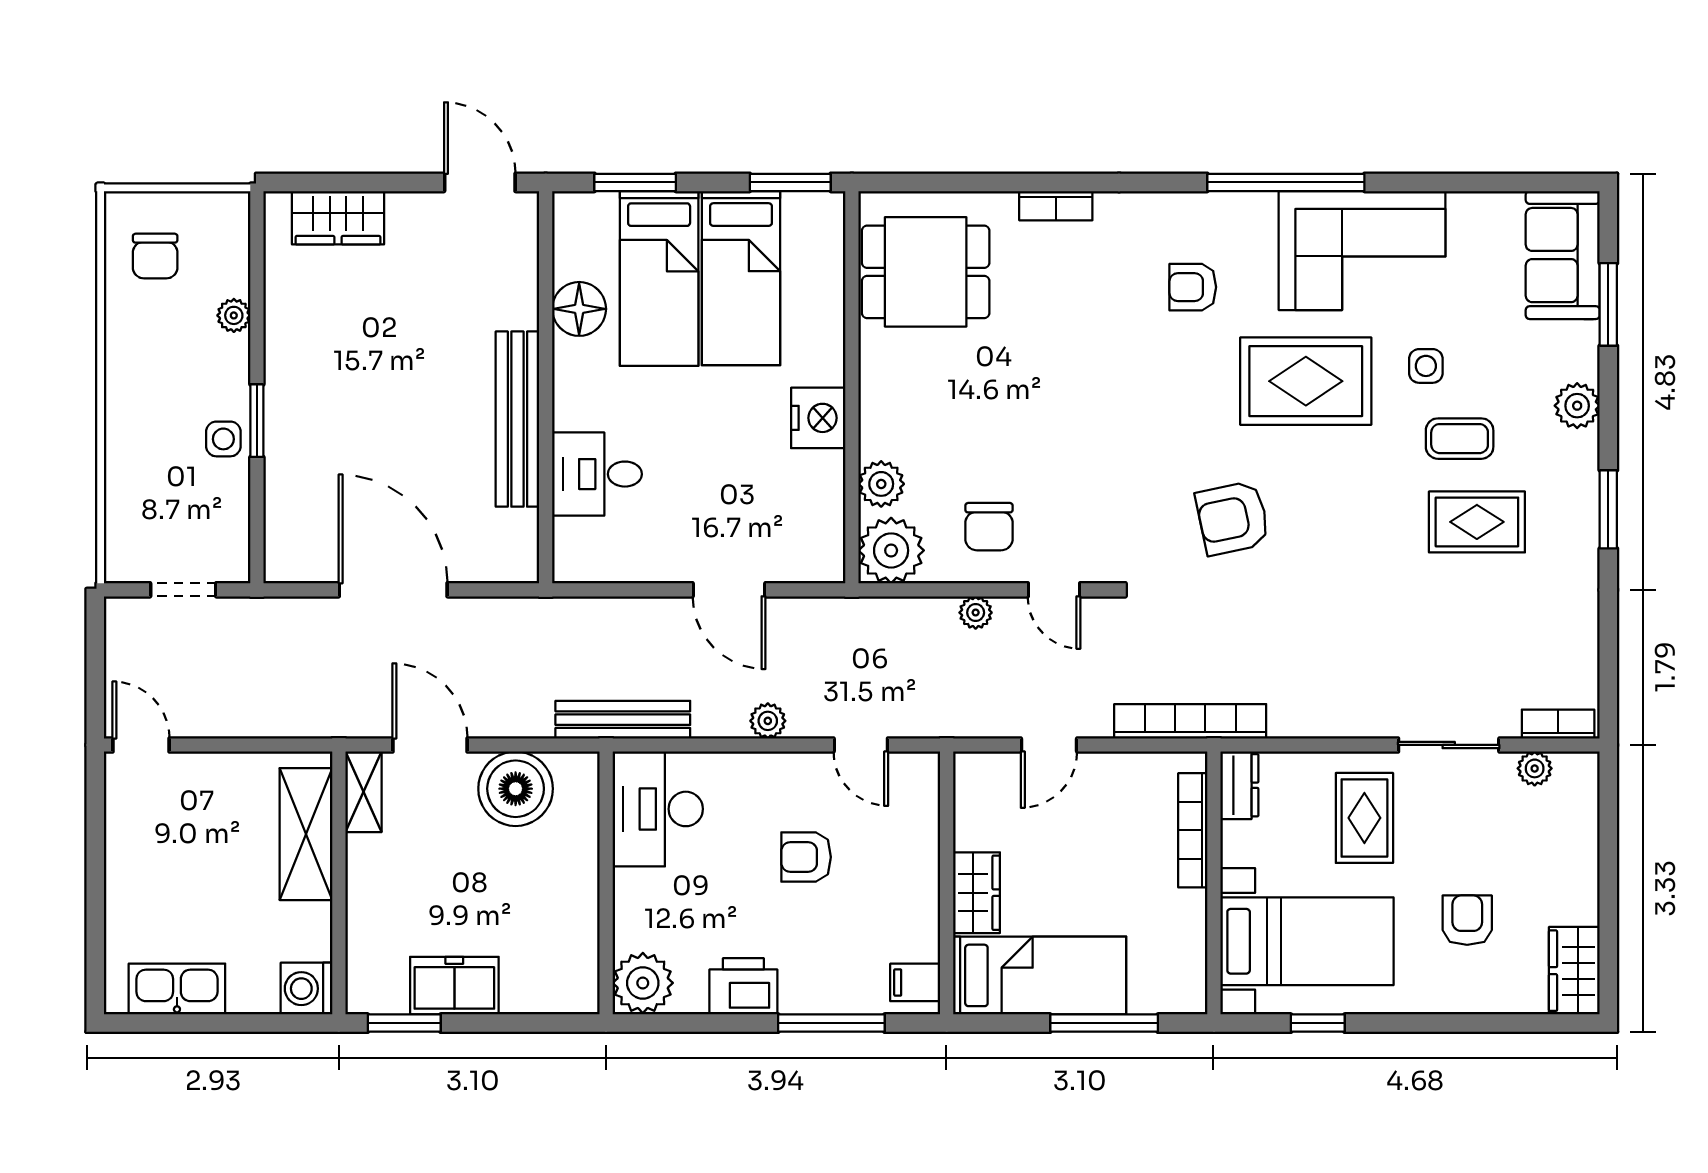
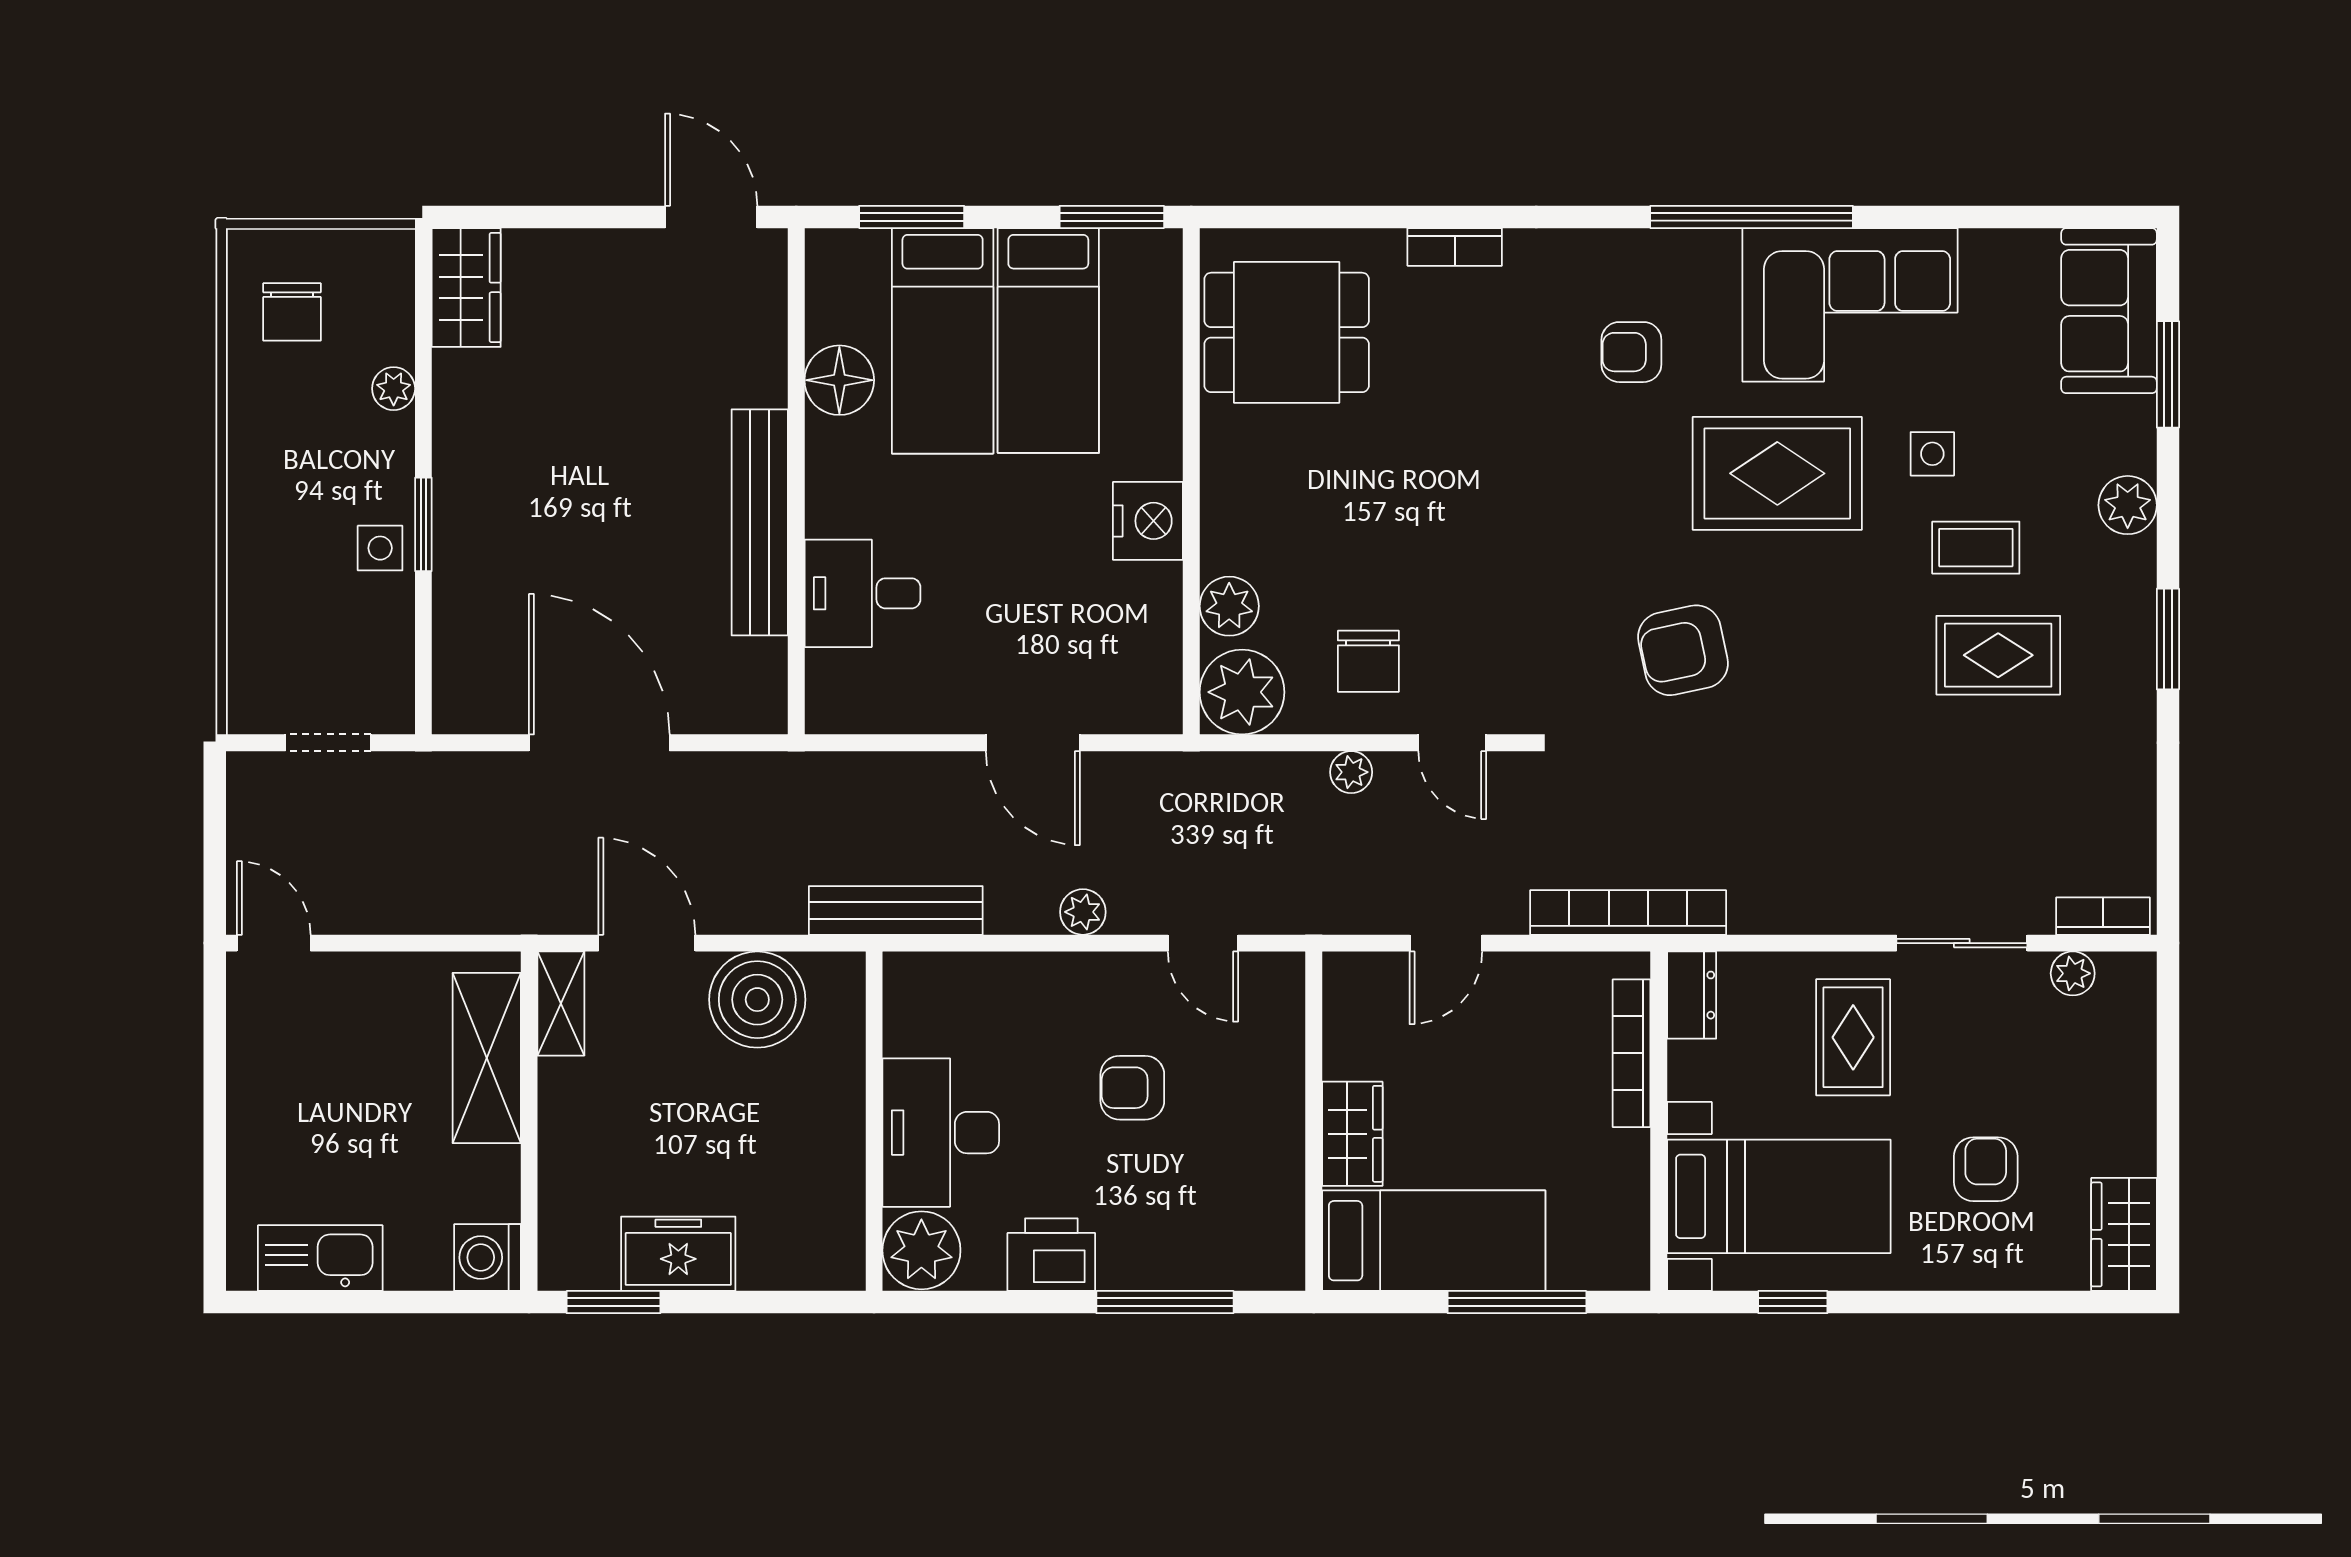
wardrobe: (338, 218) -> (466, 287), moved, turned -90
desk: (658, 809) -> (941, 1133), moved
filing cabinet: (915, 982) -> (1273, 1250), removed

